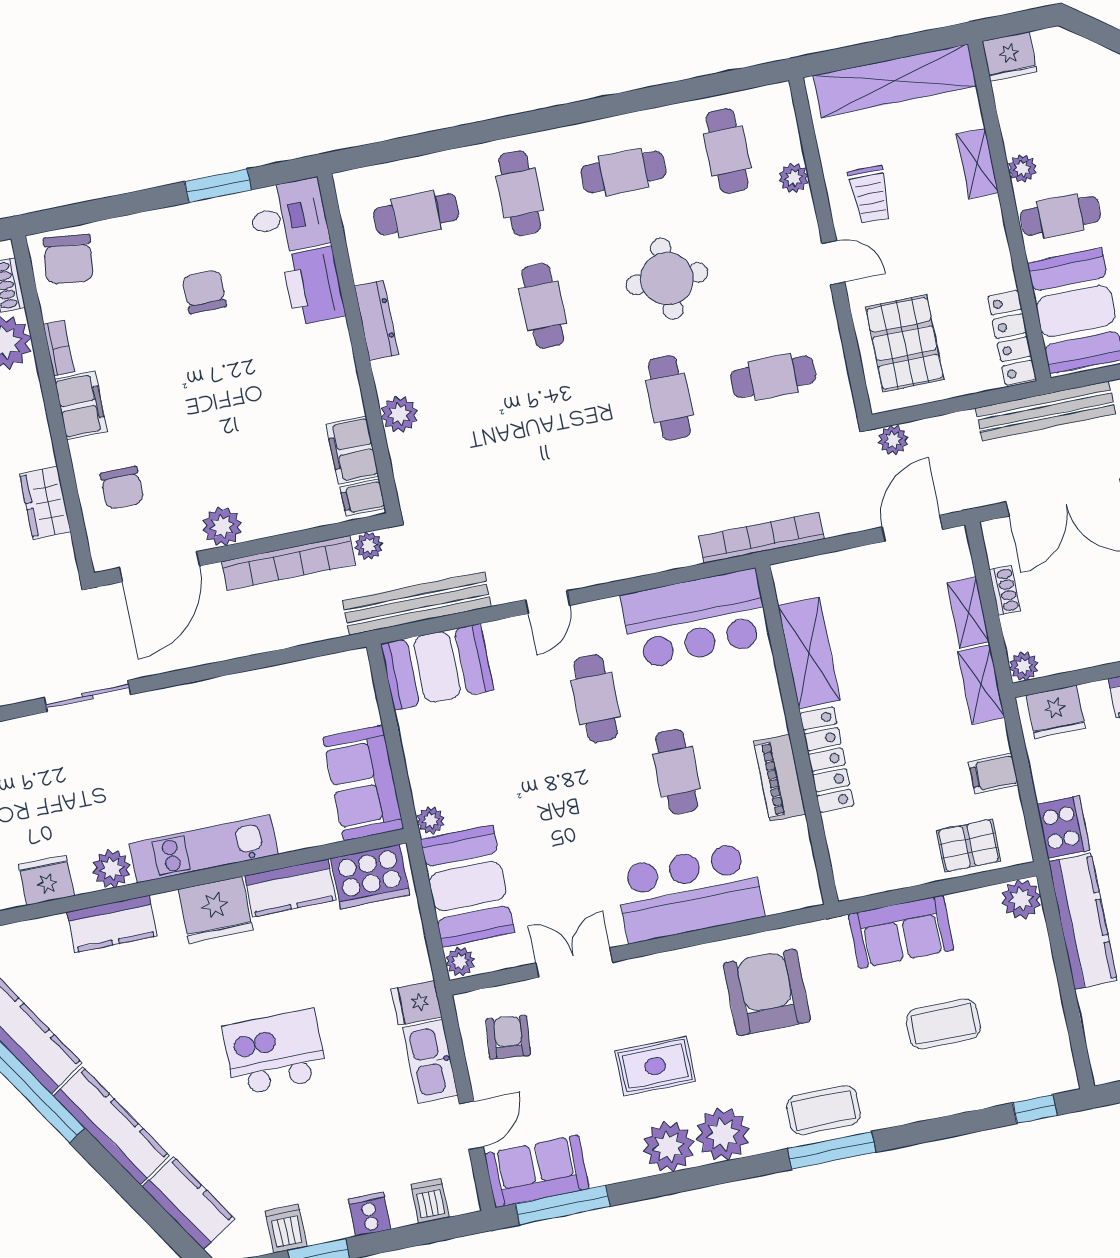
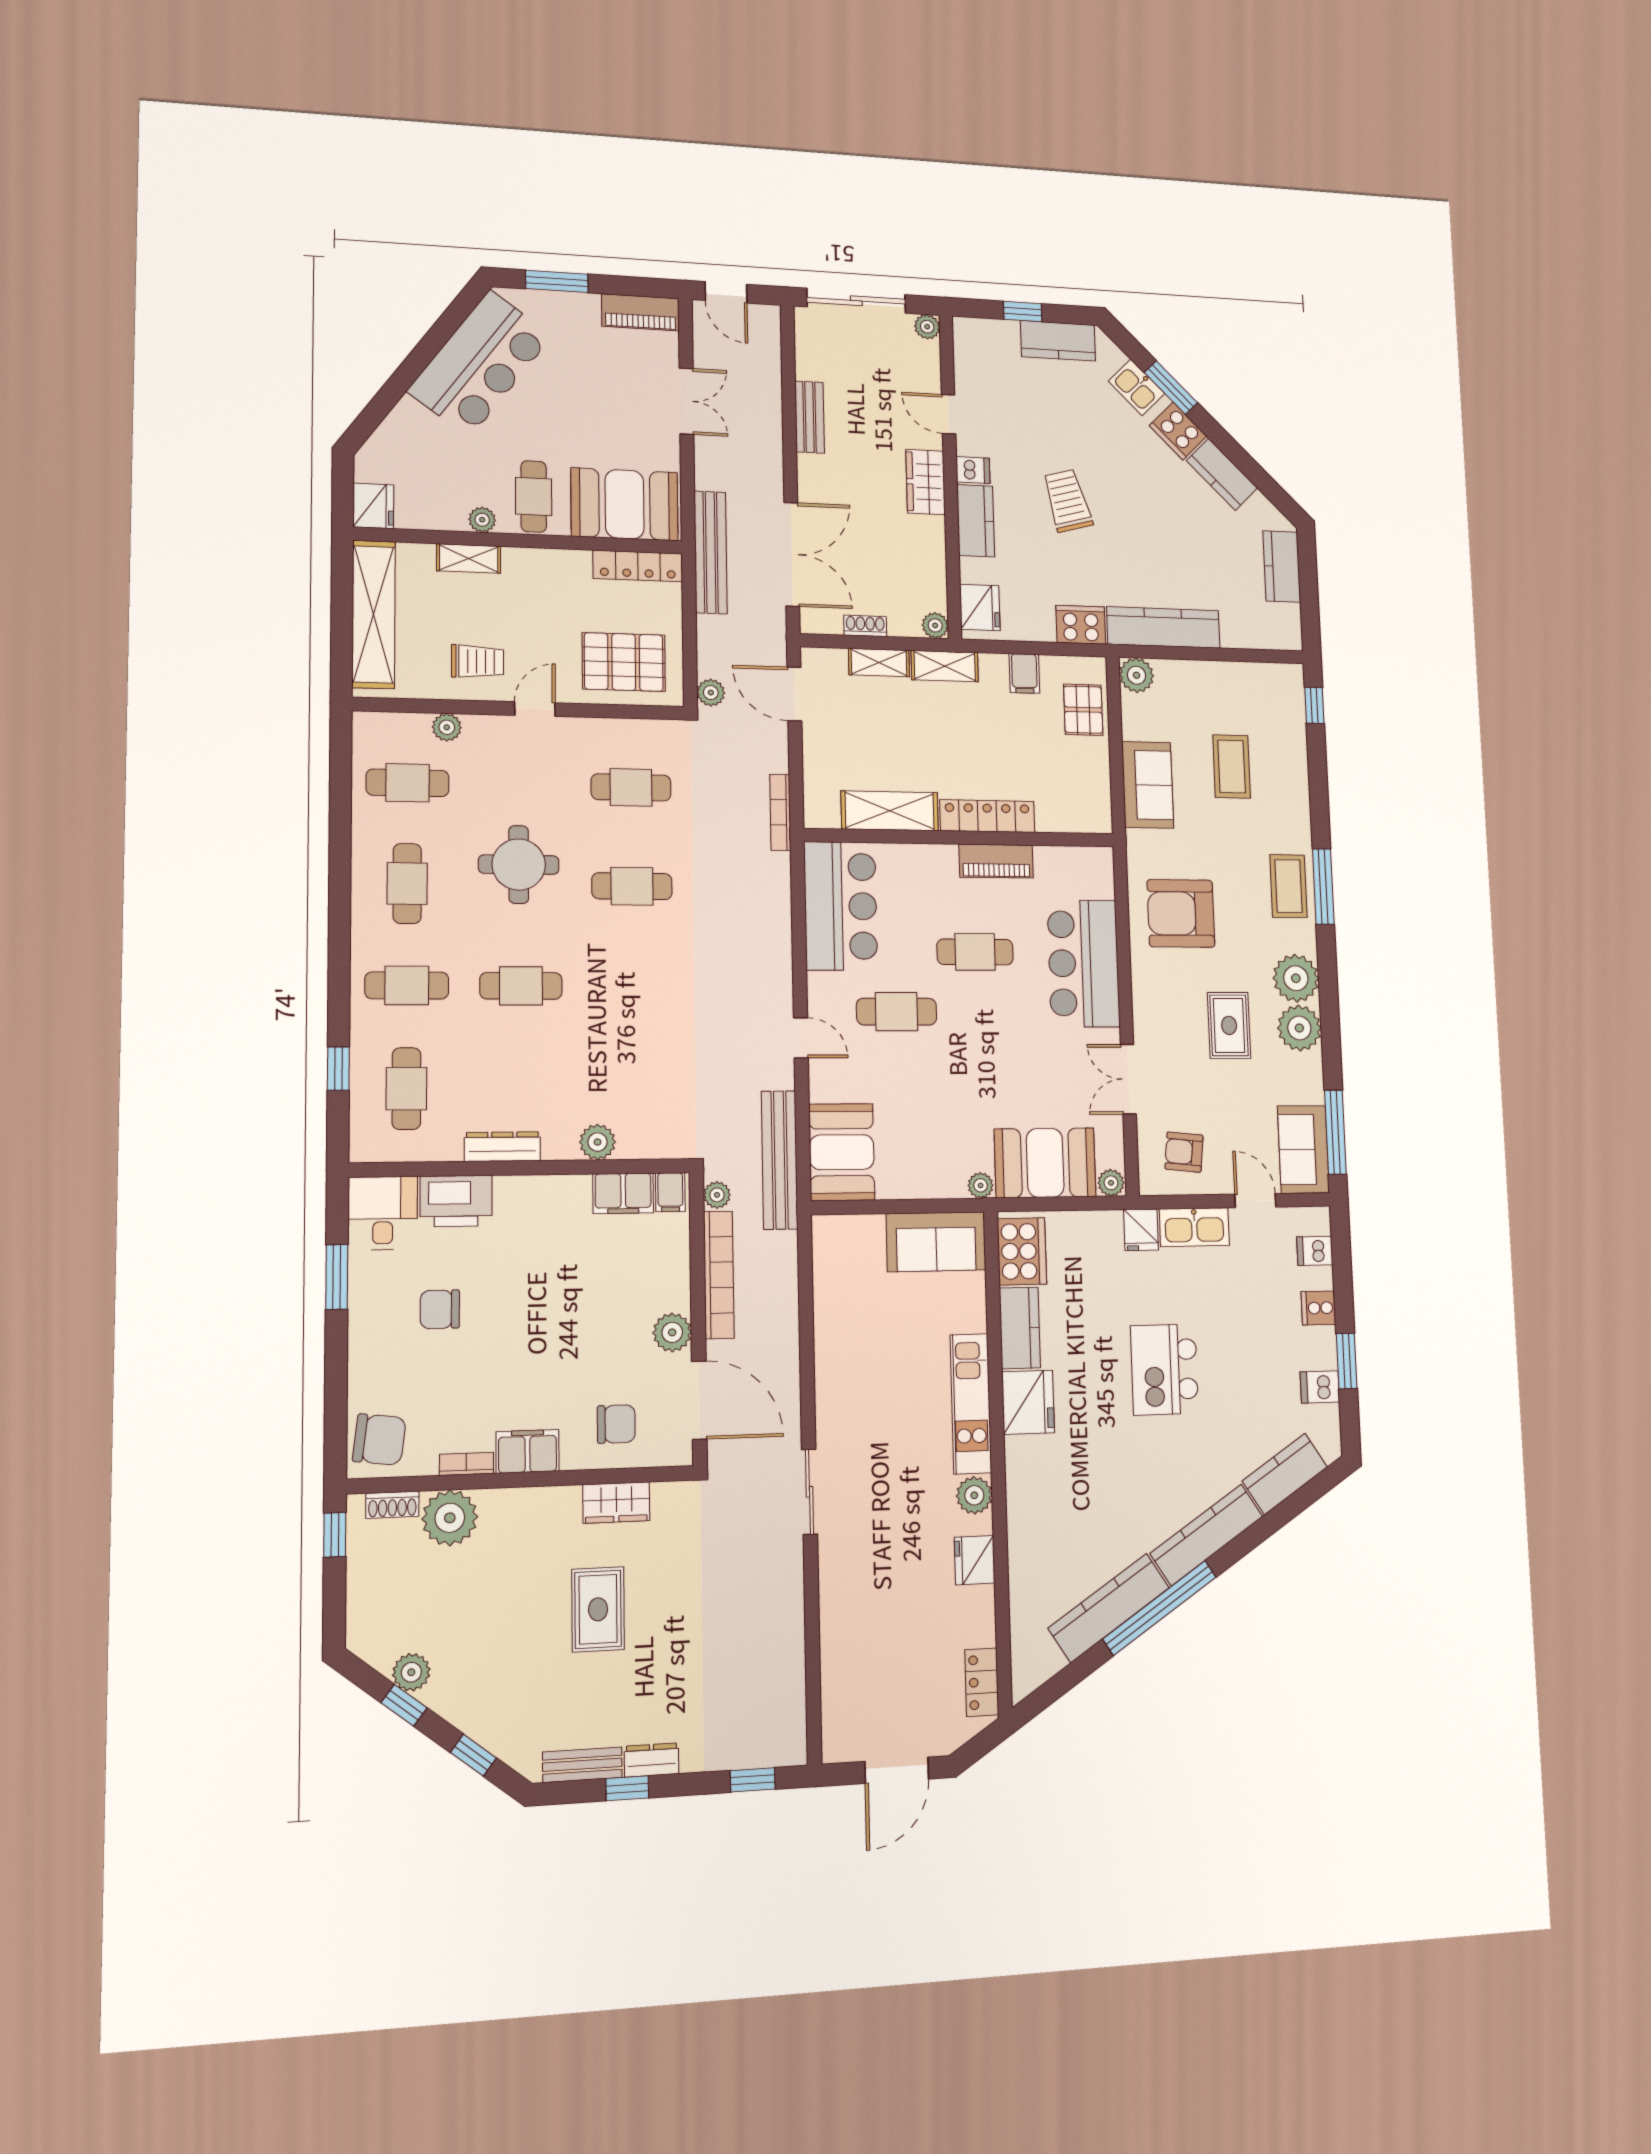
window: (423, 144) -> (338, 1069), added
cafe table: (773, 377) -> (631, 787), turned 90
bookcase: (761, 538) -> (780, 812), width x0.68, depth x0.76
kitchen counter: (112, 924) -> (1025, 1503), removed

